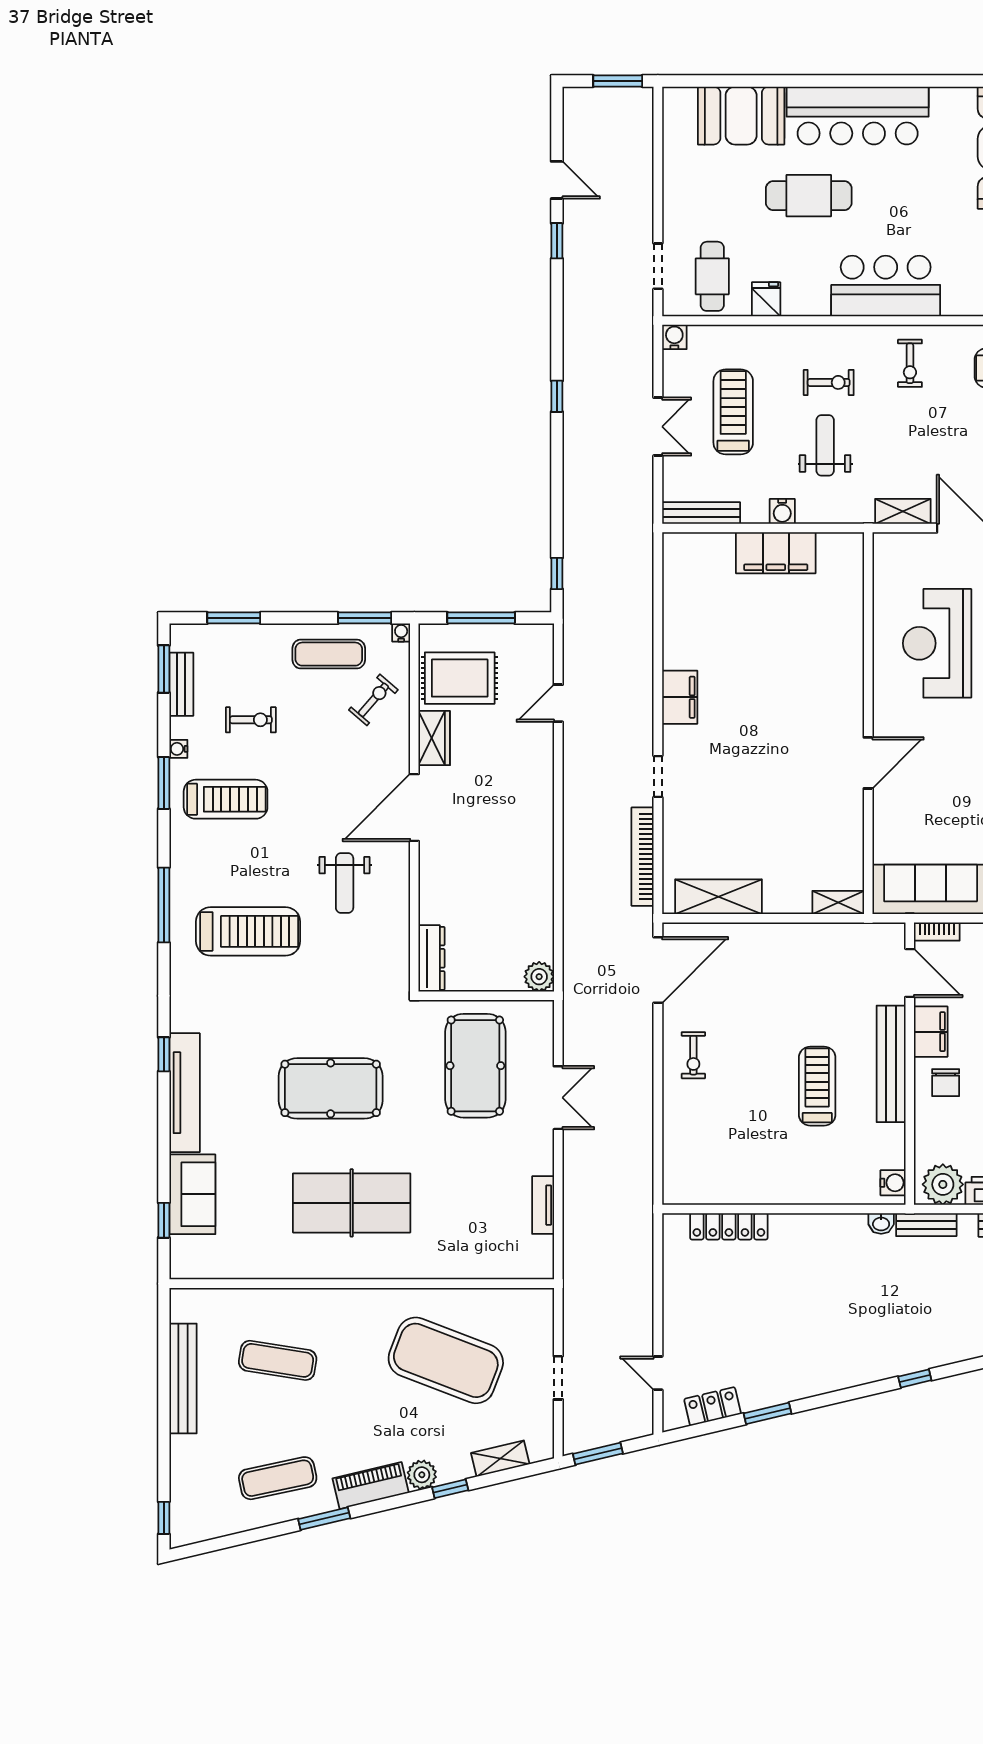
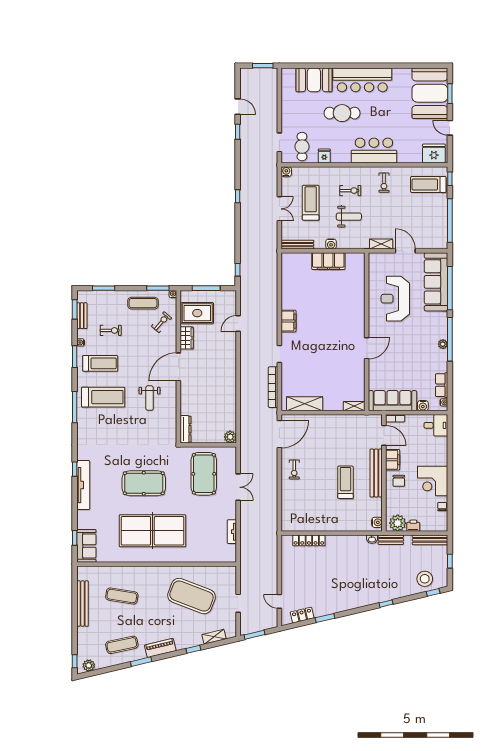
weight bench: (825, 445) -> (349, 217), turned 90
treadmill: (248, 931) -> (103, 397), moved
sofa: (192, 1194) -> (86, 546), moved
table tennis table: (352, 1203) -> (152, 531), width x1.36, depth x1.32
plant: (422, 1475) -> (89, 665), moved

